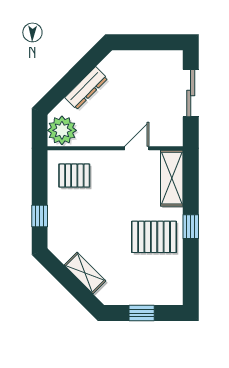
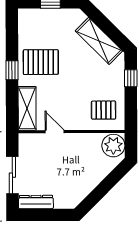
dresser: (86, 88) -> (36, 202), moved, turned 45
door: (137, 148) -> (55, 132), swing flipped
shelving: (85, 273) -> (99, 41), width x1.50, depth x1.33

